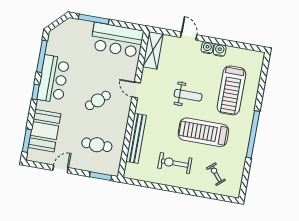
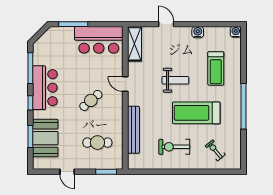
water cooler: (207, 48) -> (236, 32), moved
treadmill: (231, 90) -> (216, 68), width x0.73, depth x0.73
window: (27, 141) -> (30, 137), moved
door: (60, 169) -> (67, 172), swing flipped

